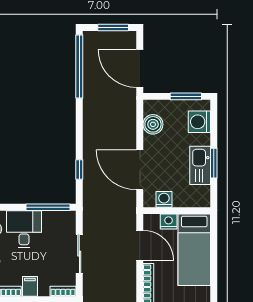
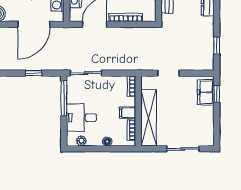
sliding door: (79, 254) -> (86, 73), moved

